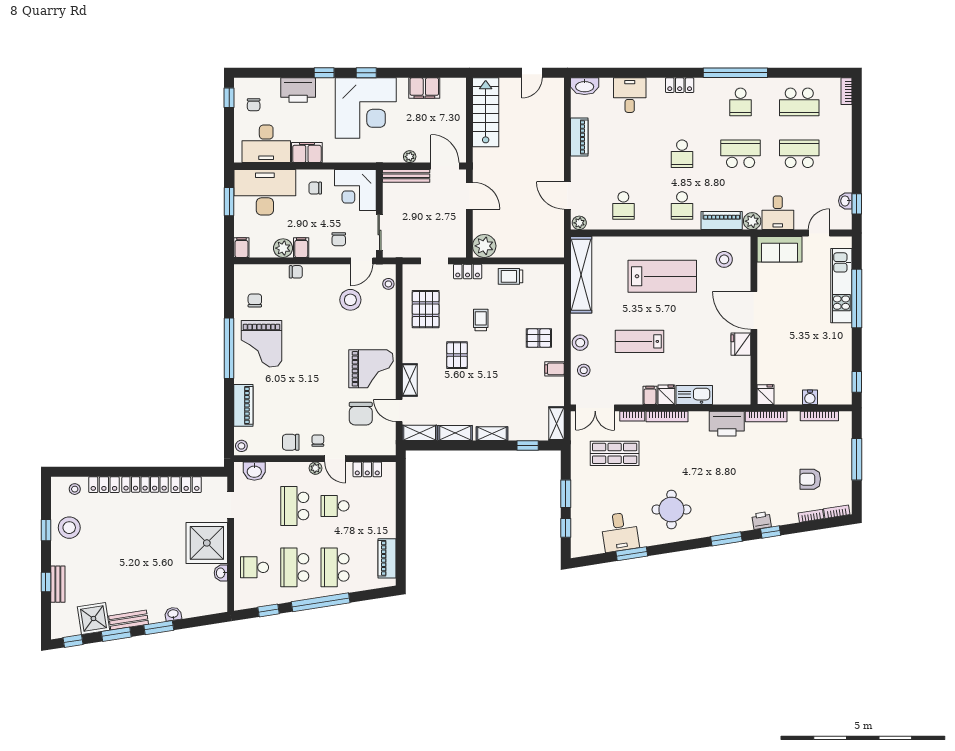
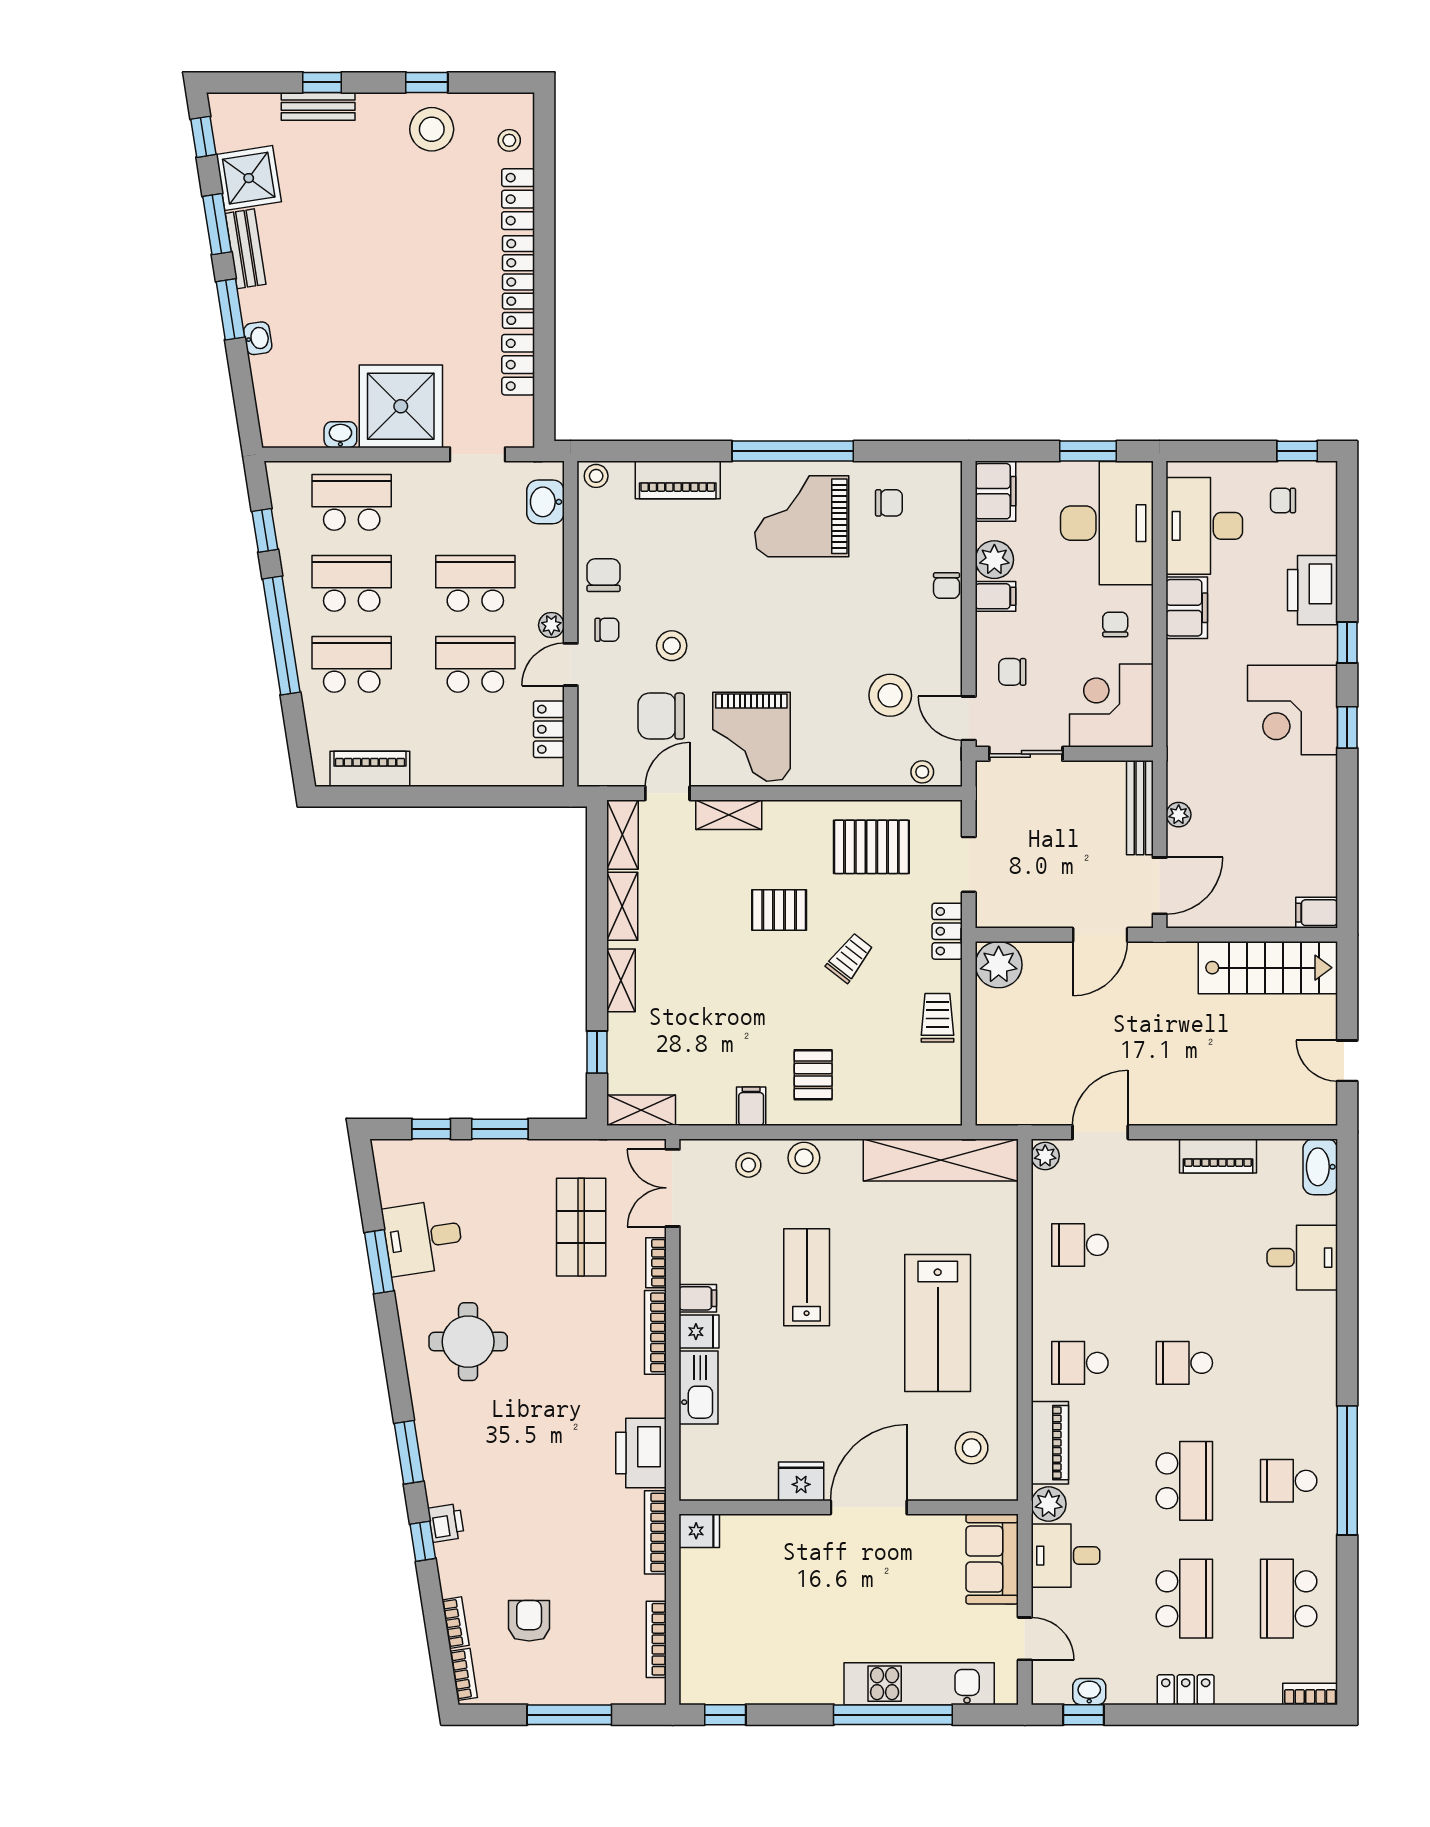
locker: (680, 85) -> (1186, 1690), moved, turned 90
filing cabinet: (424, 88) -> (1317, 913), moved, width x0.50
corner desk: (366, 108) -> (1292, 710), width x0.74, depth x0.74
filing cabinet: (241, 248) -> (996, 491), width x2.00
trolley: (481, 320) -> (850, 958), turned -52
water cooler: (810, 397) -> (694, 1620), removed
stool: (326, 408) -> (672, 646), added
school desk: (335, 506) -> (475, 664), width x1.85
school desk: (255, 567) -> (352, 502), width x1.85

